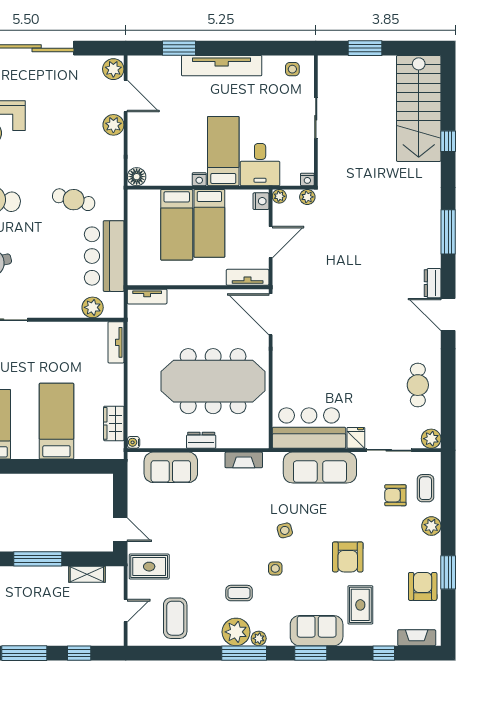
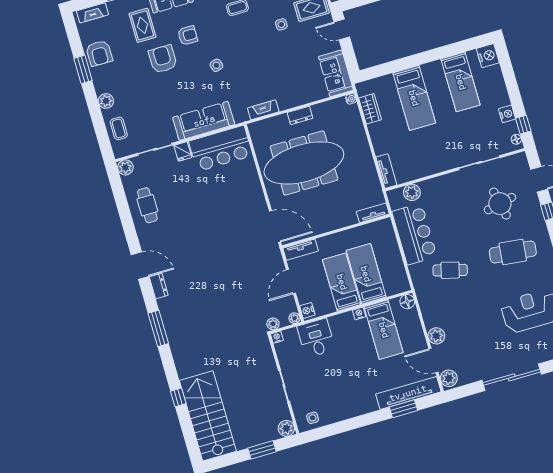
tv unit: (222, 66) -> (408, 393), moved
plant: (328, 66) -> (286, 428), added
bed: (223, 151) -> (384, 330), moved
sofa: (171, 467) -> (336, 73), moved, turned -90
armchair: (395, 495) -> (188, 35), moved
side table: (275, 568) -> (281, 24), moved

